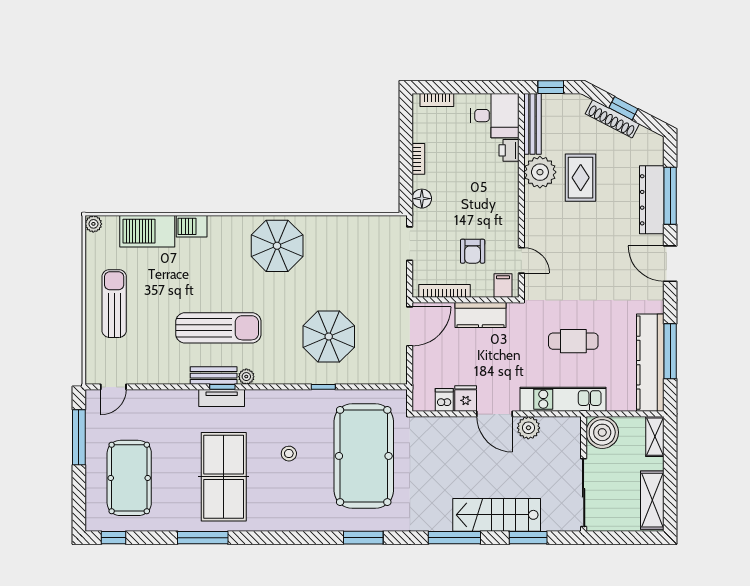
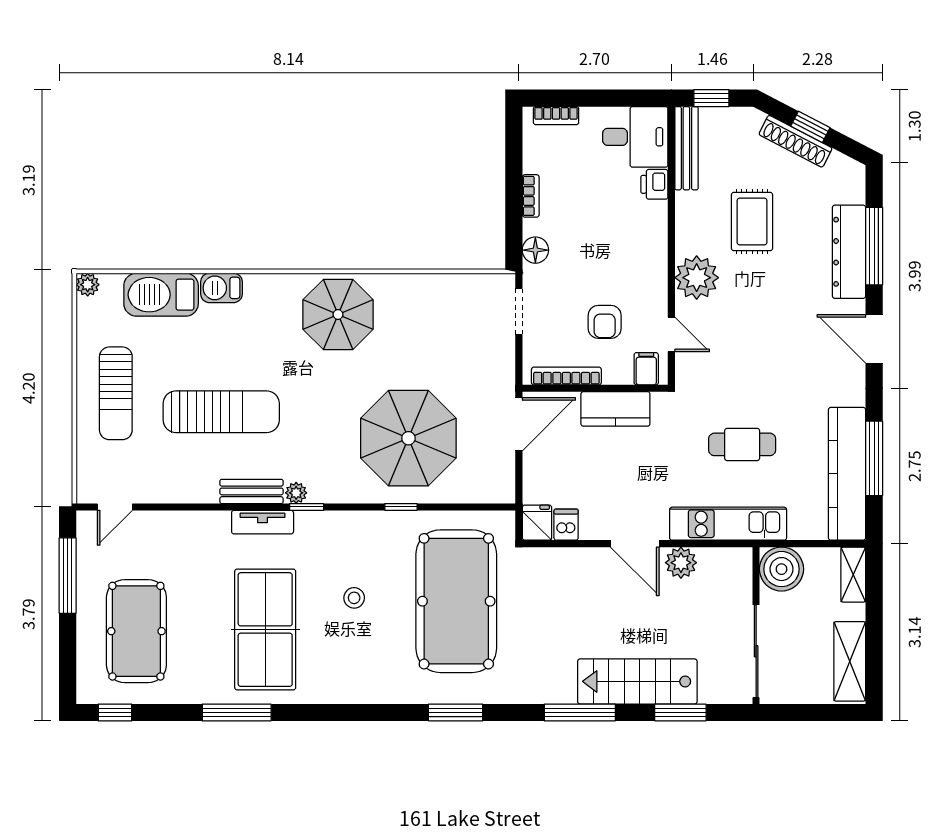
plant: (540, 172) -> (697, 278), moved
sun lounger: (114, 304) -> (116, 393), turned 180
sun lounger: (218, 328) -> (221, 412), moved
parasol: (329, 336) -> (408, 438), width x1.36, depth x1.36
window: (222, 387) -> (307, 507), moved
fridge: (466, 398) -> (537, 523), moved

